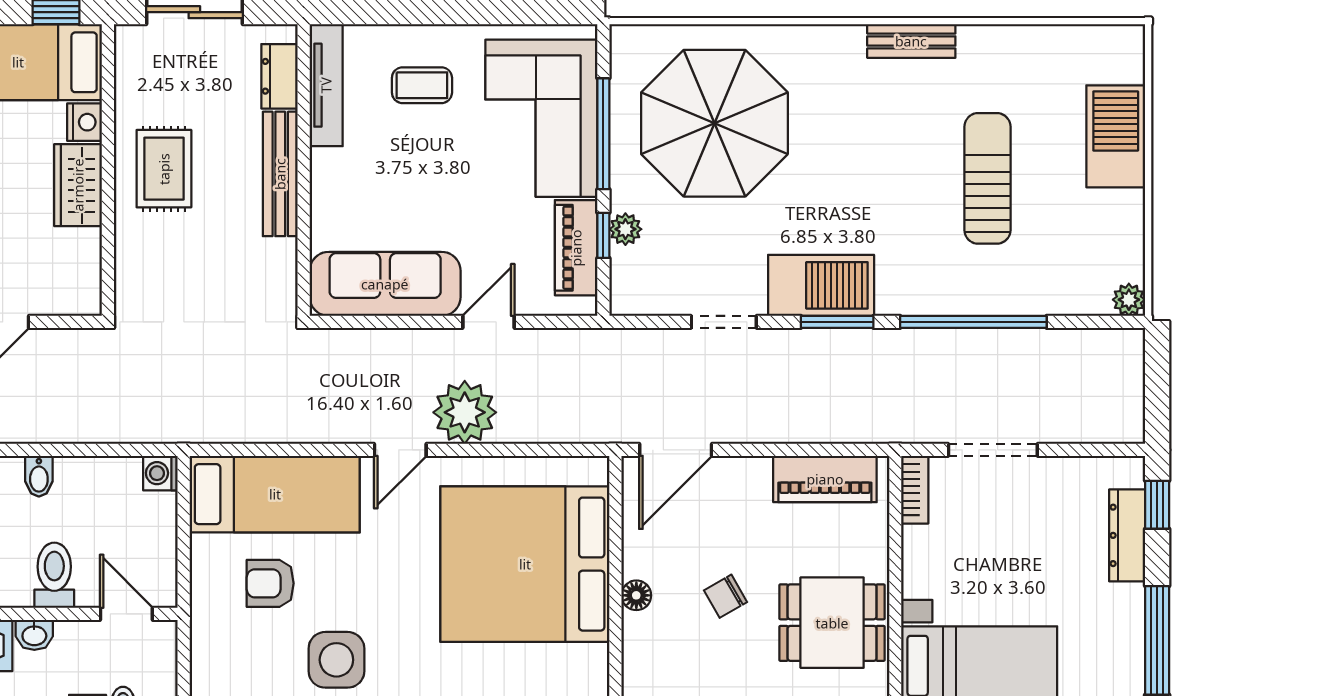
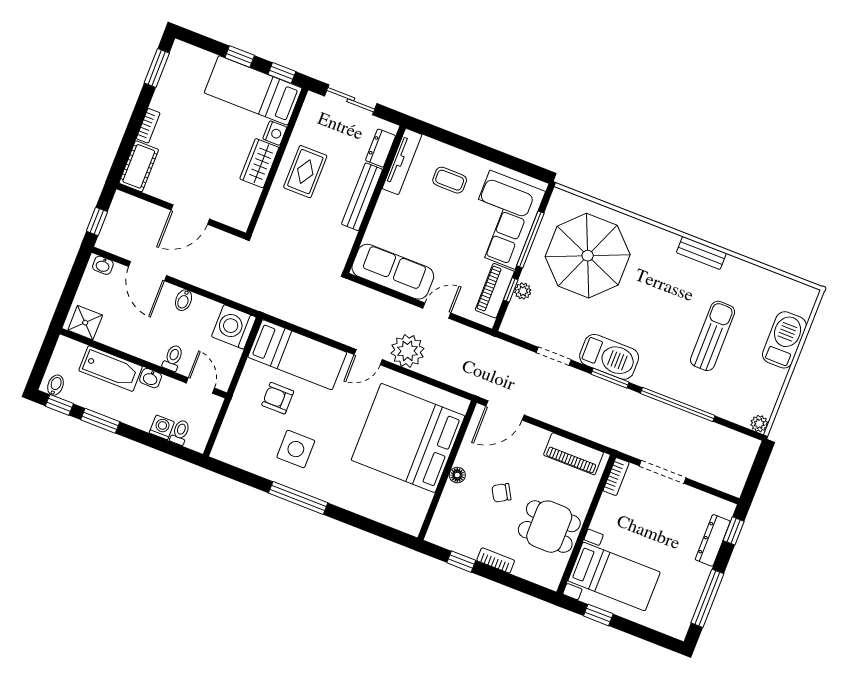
washing machine: (160, 473) -> (234, 327), width x1.89, depth x1.89
toilet: (54, 575) -> (173, 358), width x0.73, depth x0.72

